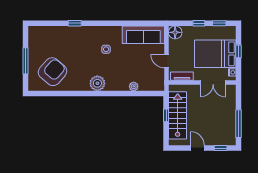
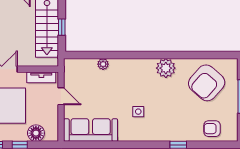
floor lamp: (175, 32) -> (36, 133), moved
armchair: (48, 36) -> (212, 129), added
plant: (97, 83) -> (166, 68), moved

